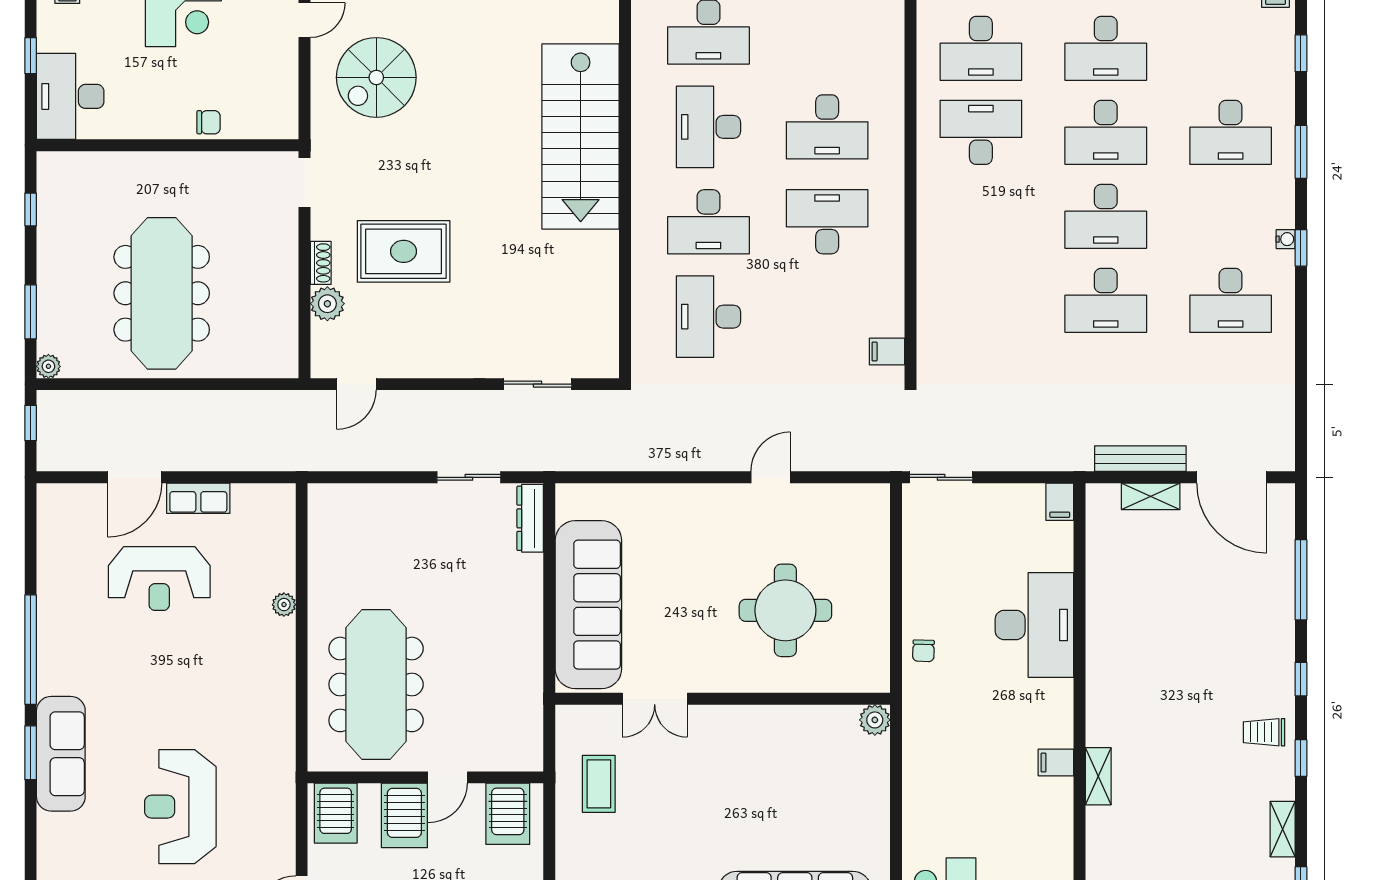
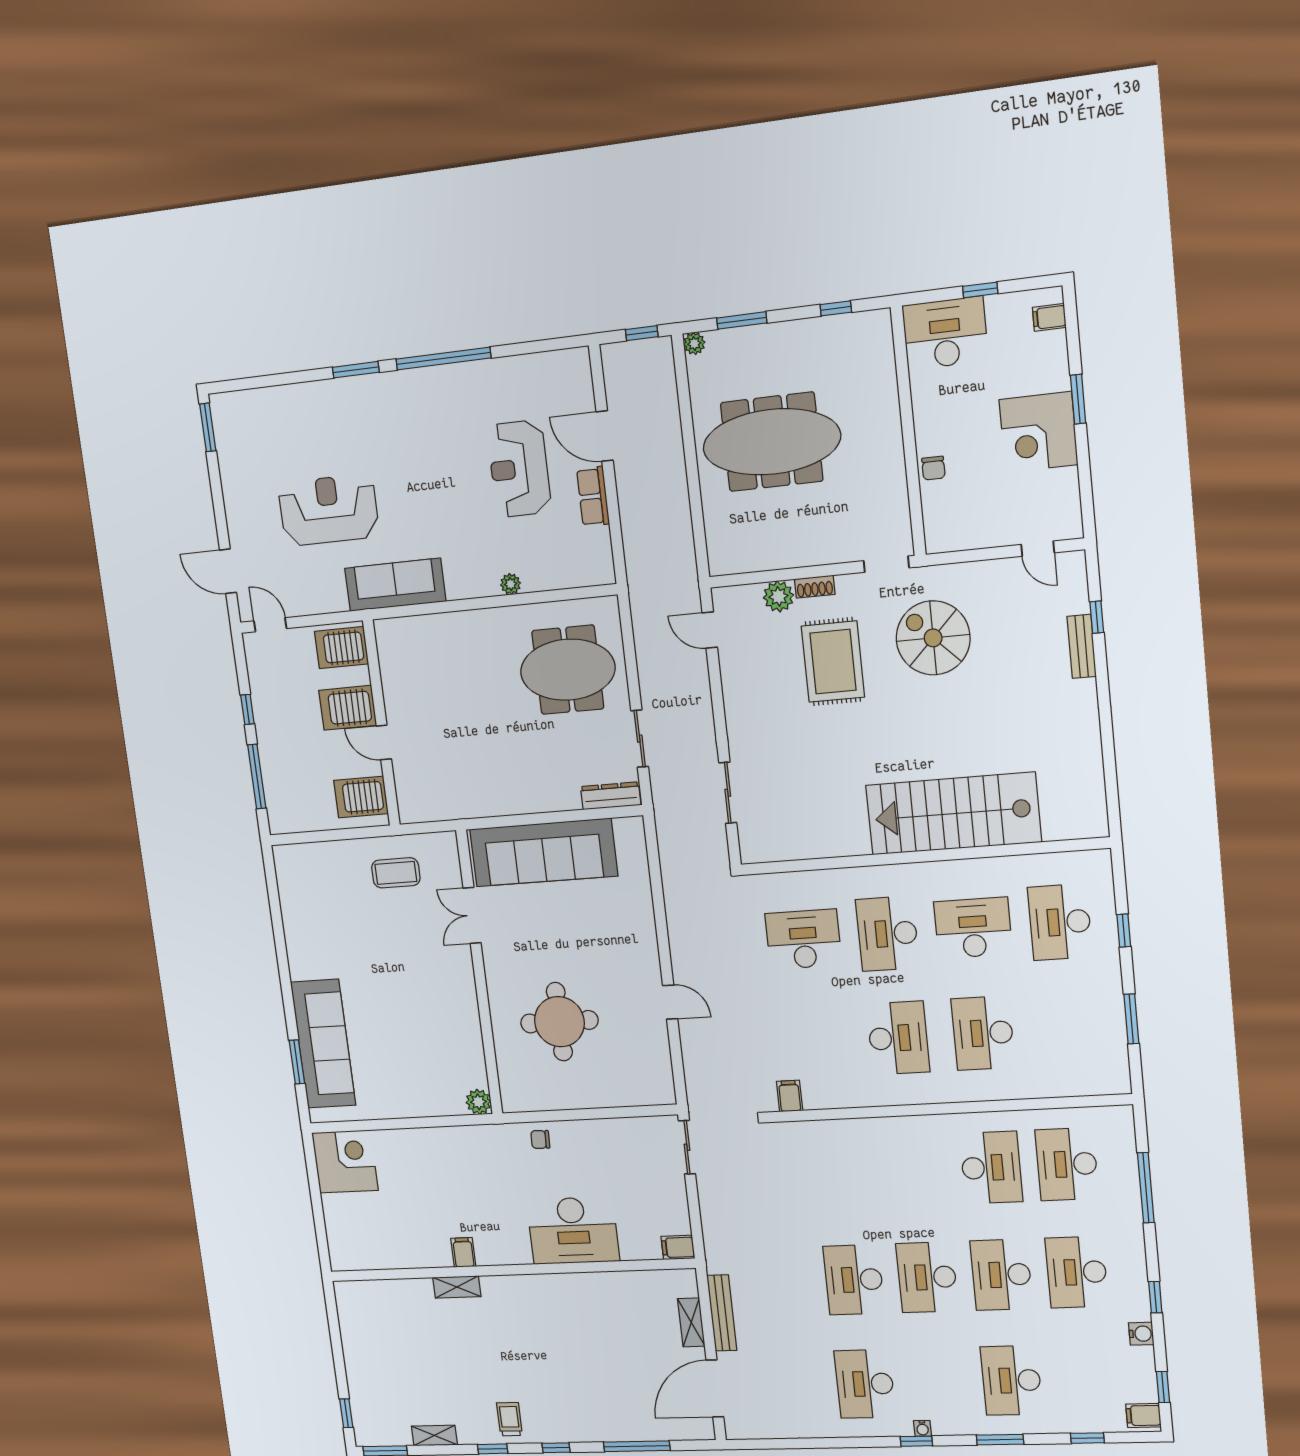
spiral stairs: (376, 77) -> (933, 638), moved
meeting table: (376, 684) -> (568, 670), moved, width x0.73
sofa: (61, 754) -> (395, 585), moved, turned 180

